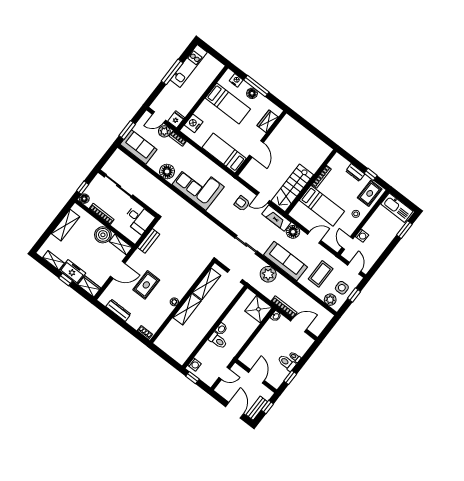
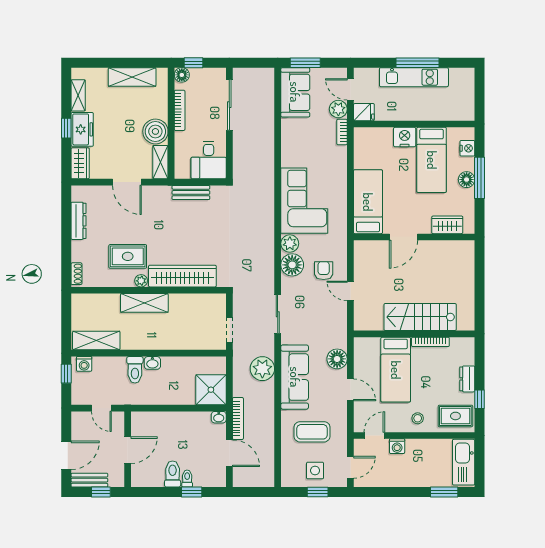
kitchen unit: (189, 66) -> (414, 77), moved
nightstand: (194, 123) -> (405, 137), moved
floor lamp: (167, 172) -> (292, 265), moved
stairs: (292, 188) -> (420, 317), moved
fireplace: (276, 218) -> (338, 326), removed
wardrobe: (188, 279) -> (182, 276), added
shelving: (206, 284) -> (96, 341), moved
rug: (146, 285) -> (128, 256), moved
plant: (330, 300) -> (290, 244), moved
window: (290, 377) -> (192, 492), moved

